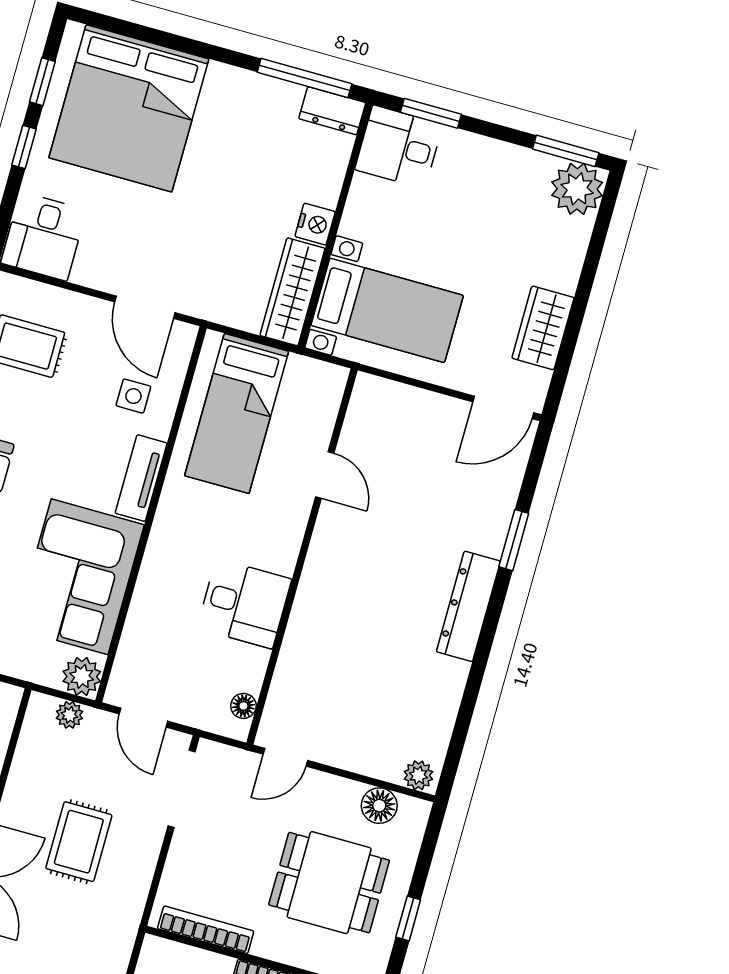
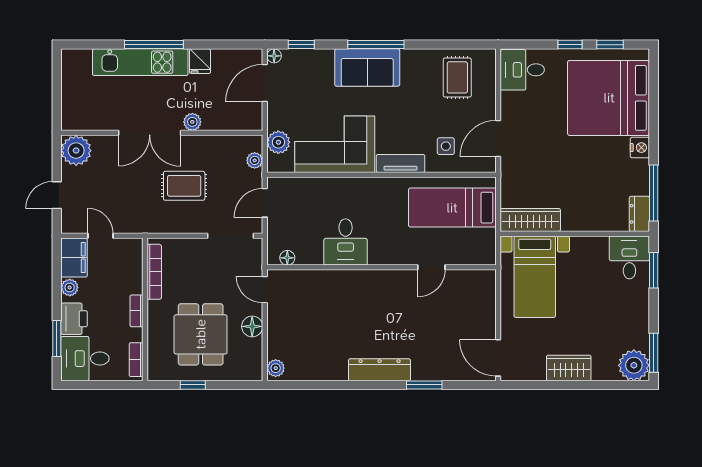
nightstand: (315, 224) -> (640, 148), moved, turned -90
wardrobe: (543, 328) -> (569, 368), moved
plant: (82, 676) -> (278, 142), moved
floor lamp: (379, 806) -> (252, 326), moved

